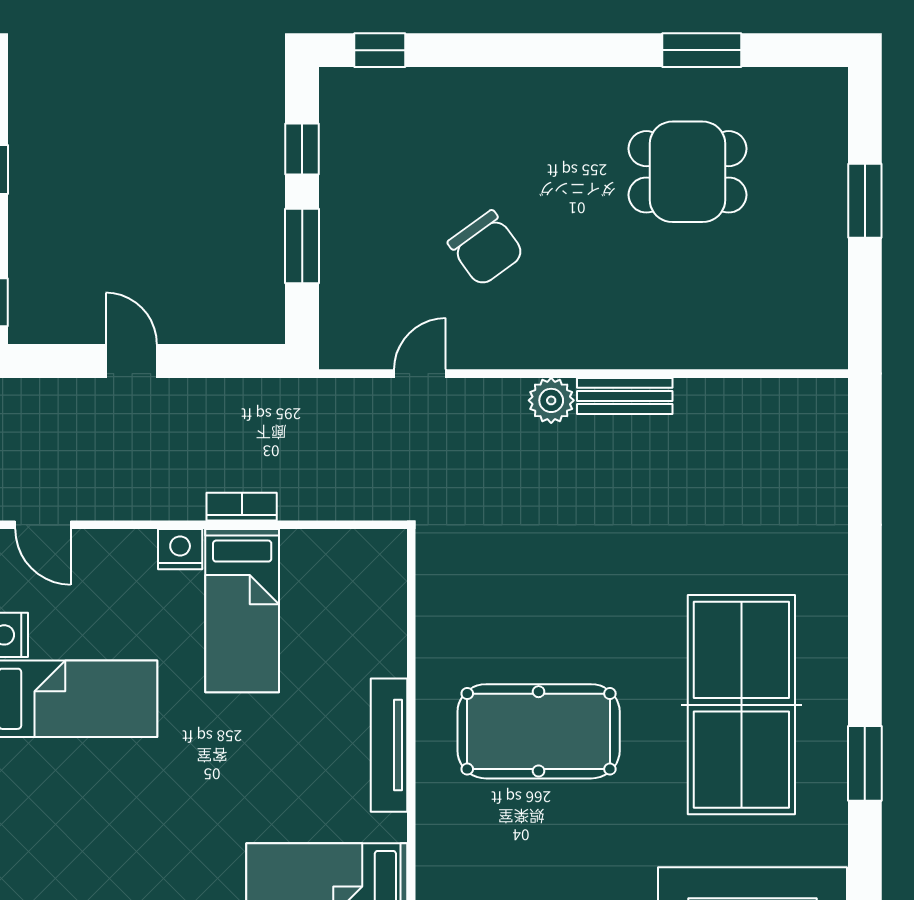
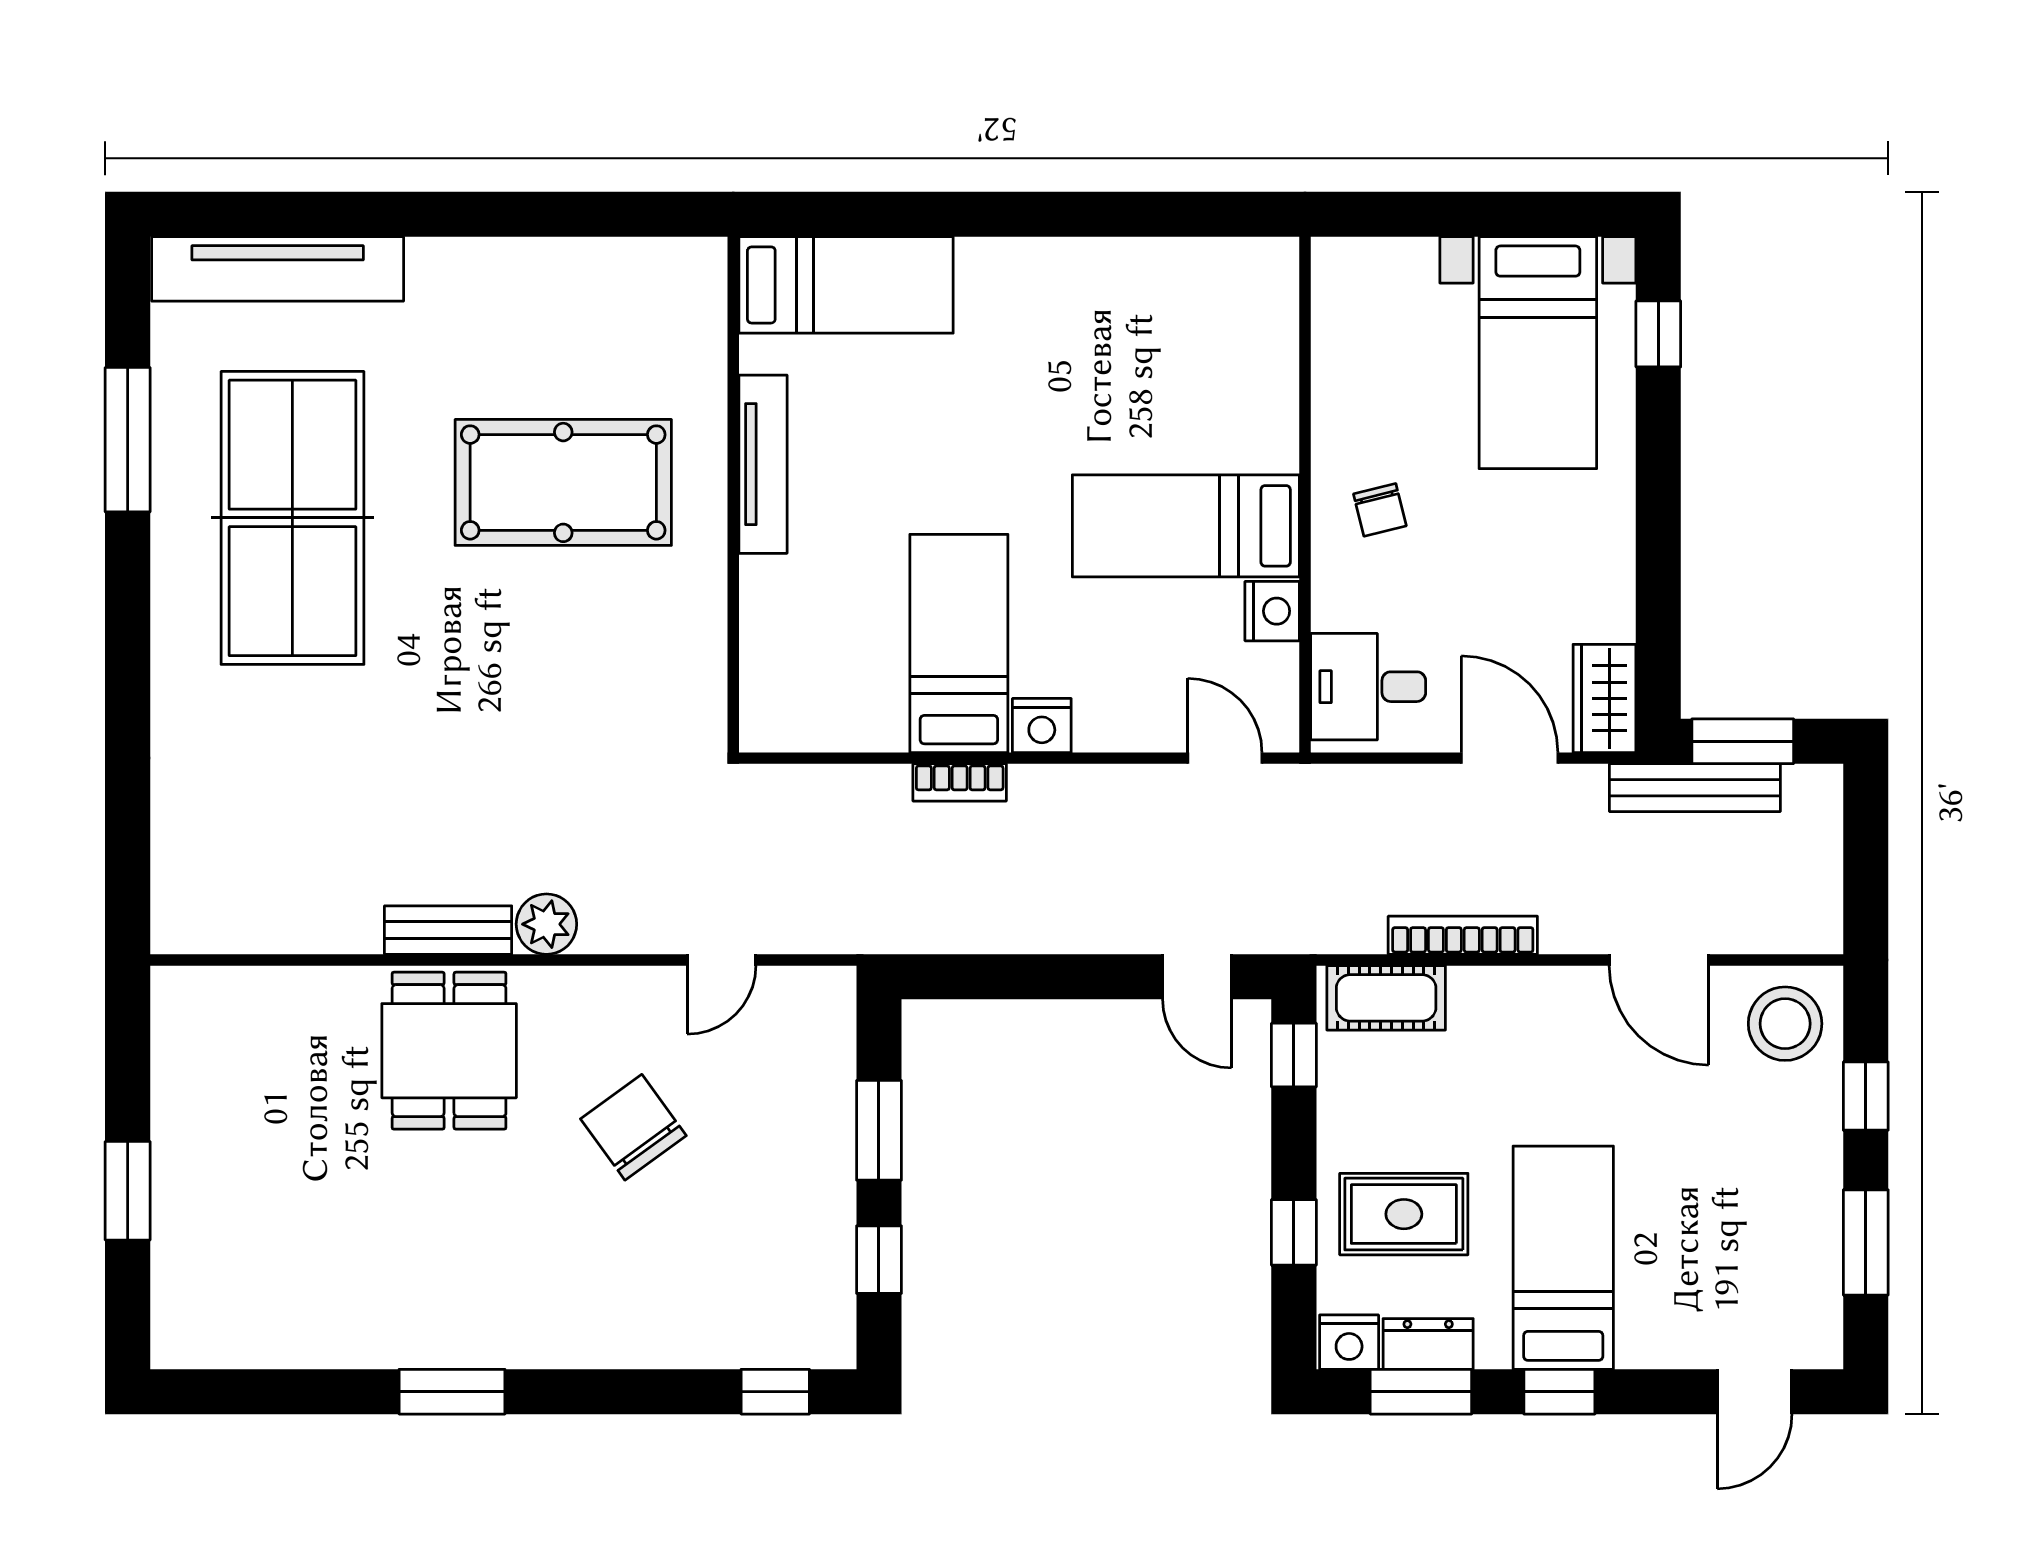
window: (702, 50) -> (452, 1392), moved
dining table: (687, 172) -> (449, 1051), moved, turned 90
door: (131, 361) -> (1197, 977), moved
window: (865, 763) -> (128, 440), width x1.44

